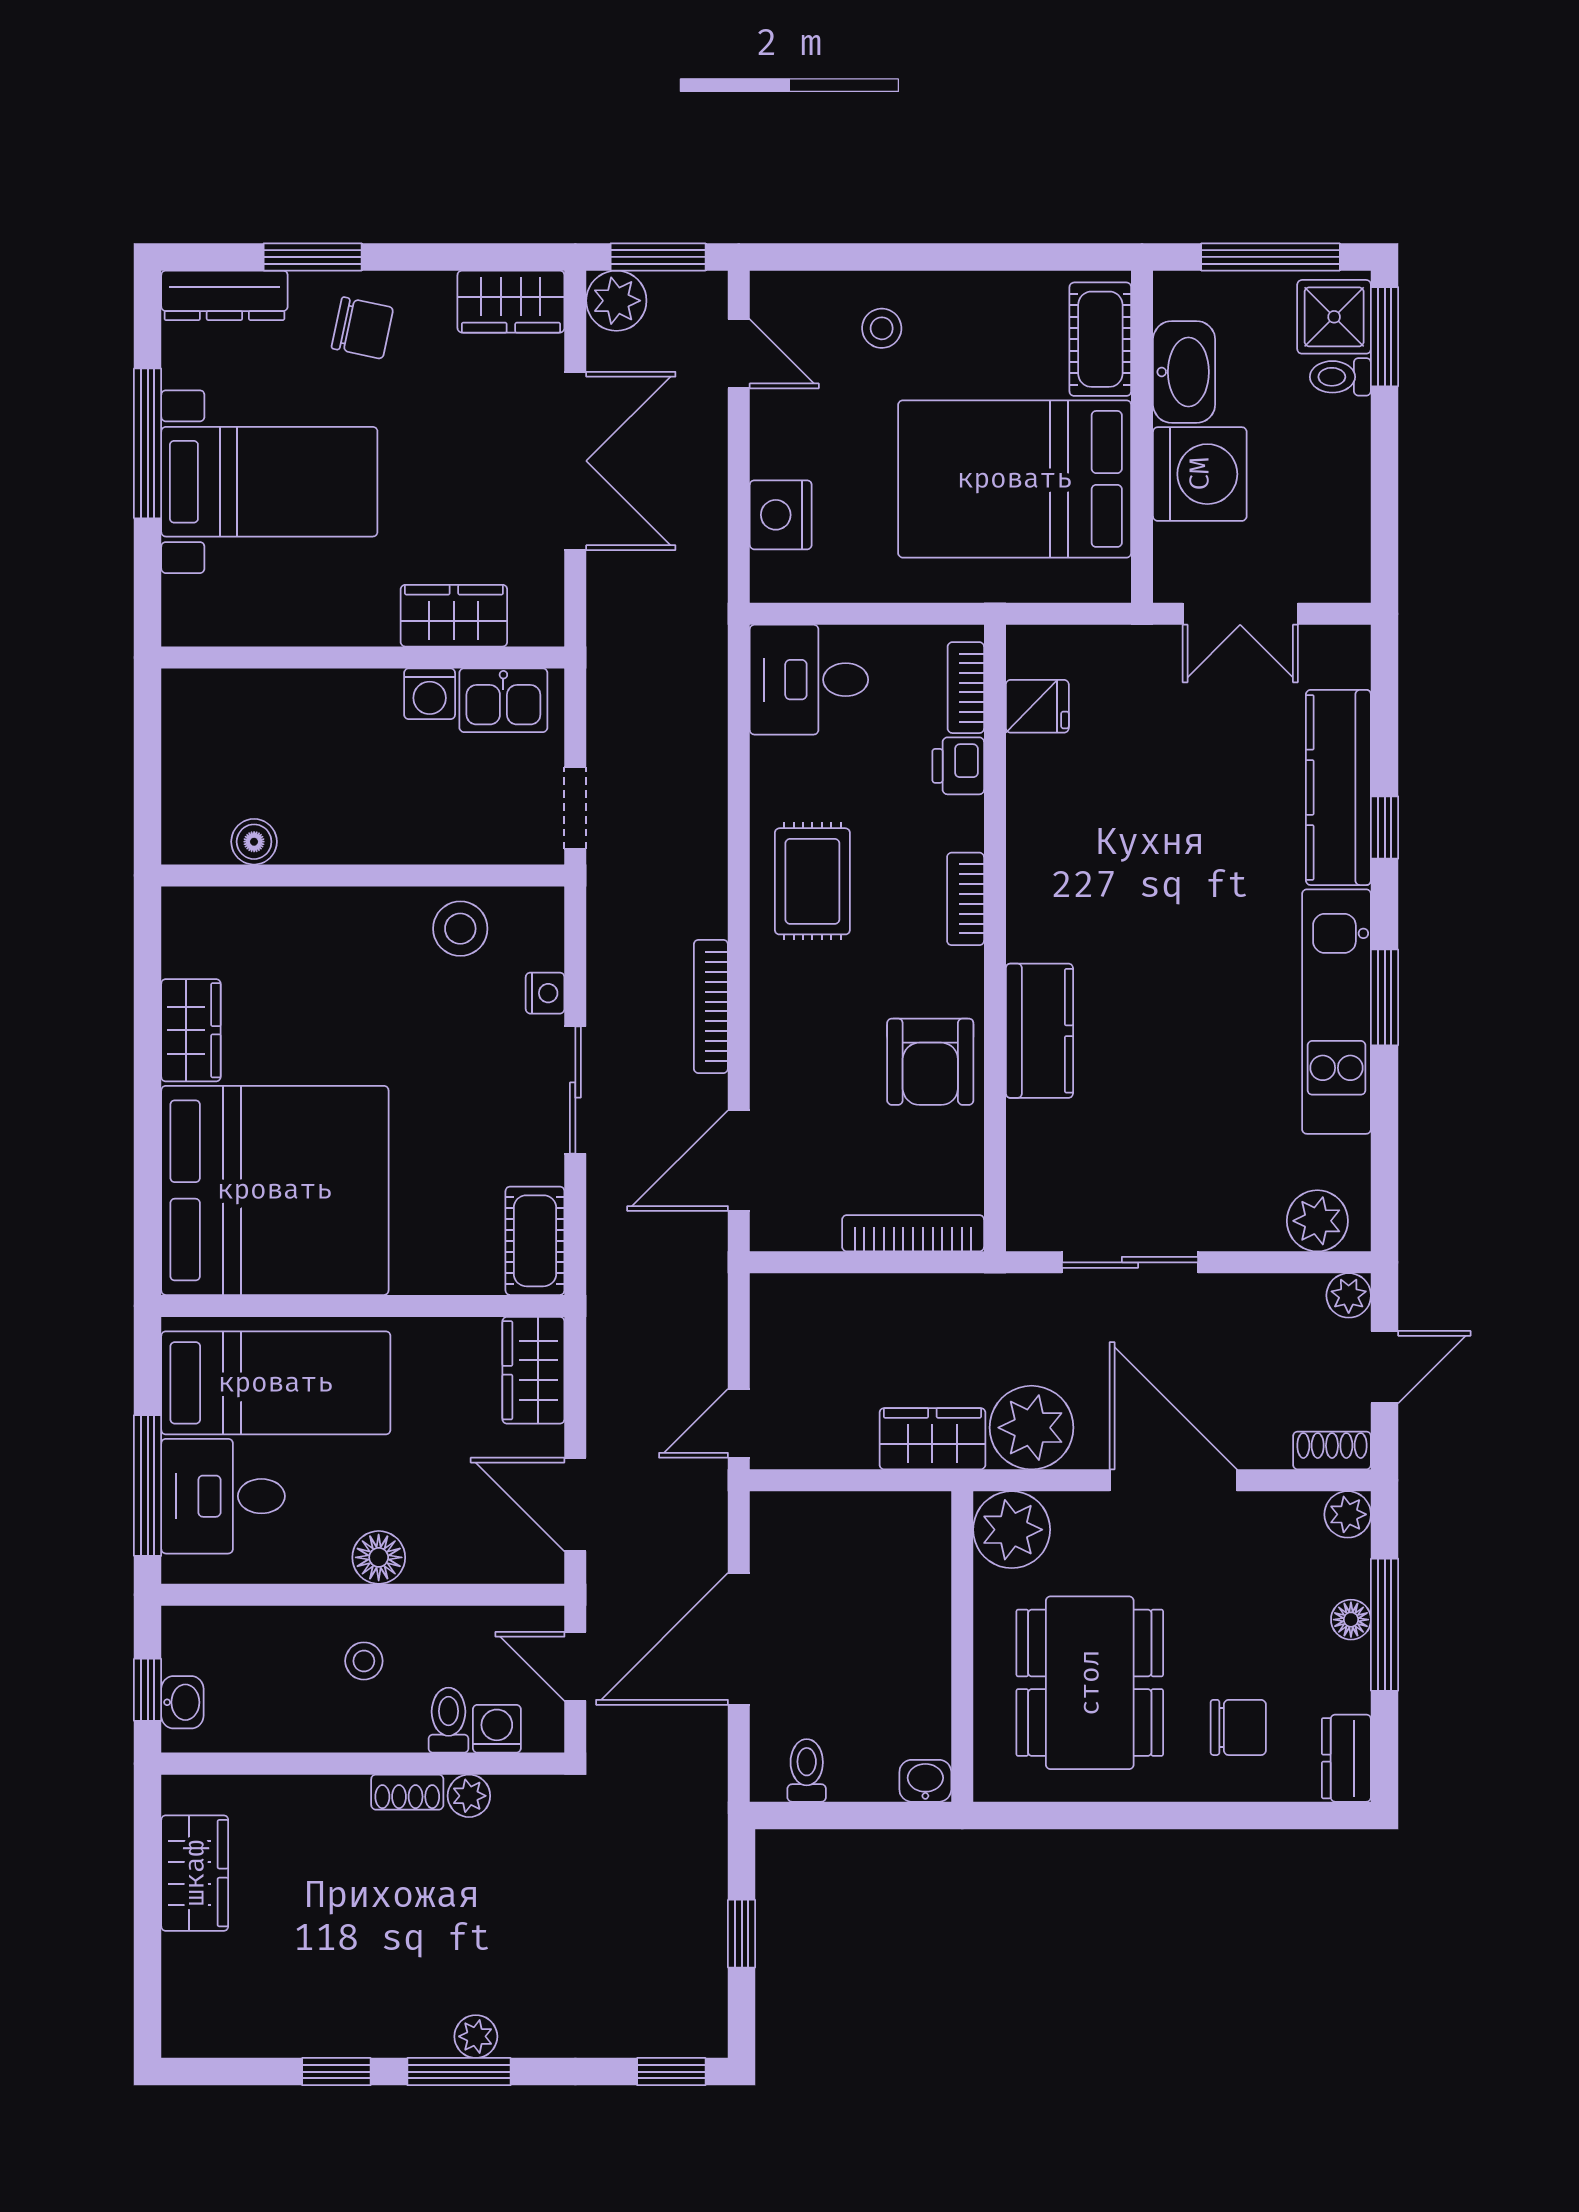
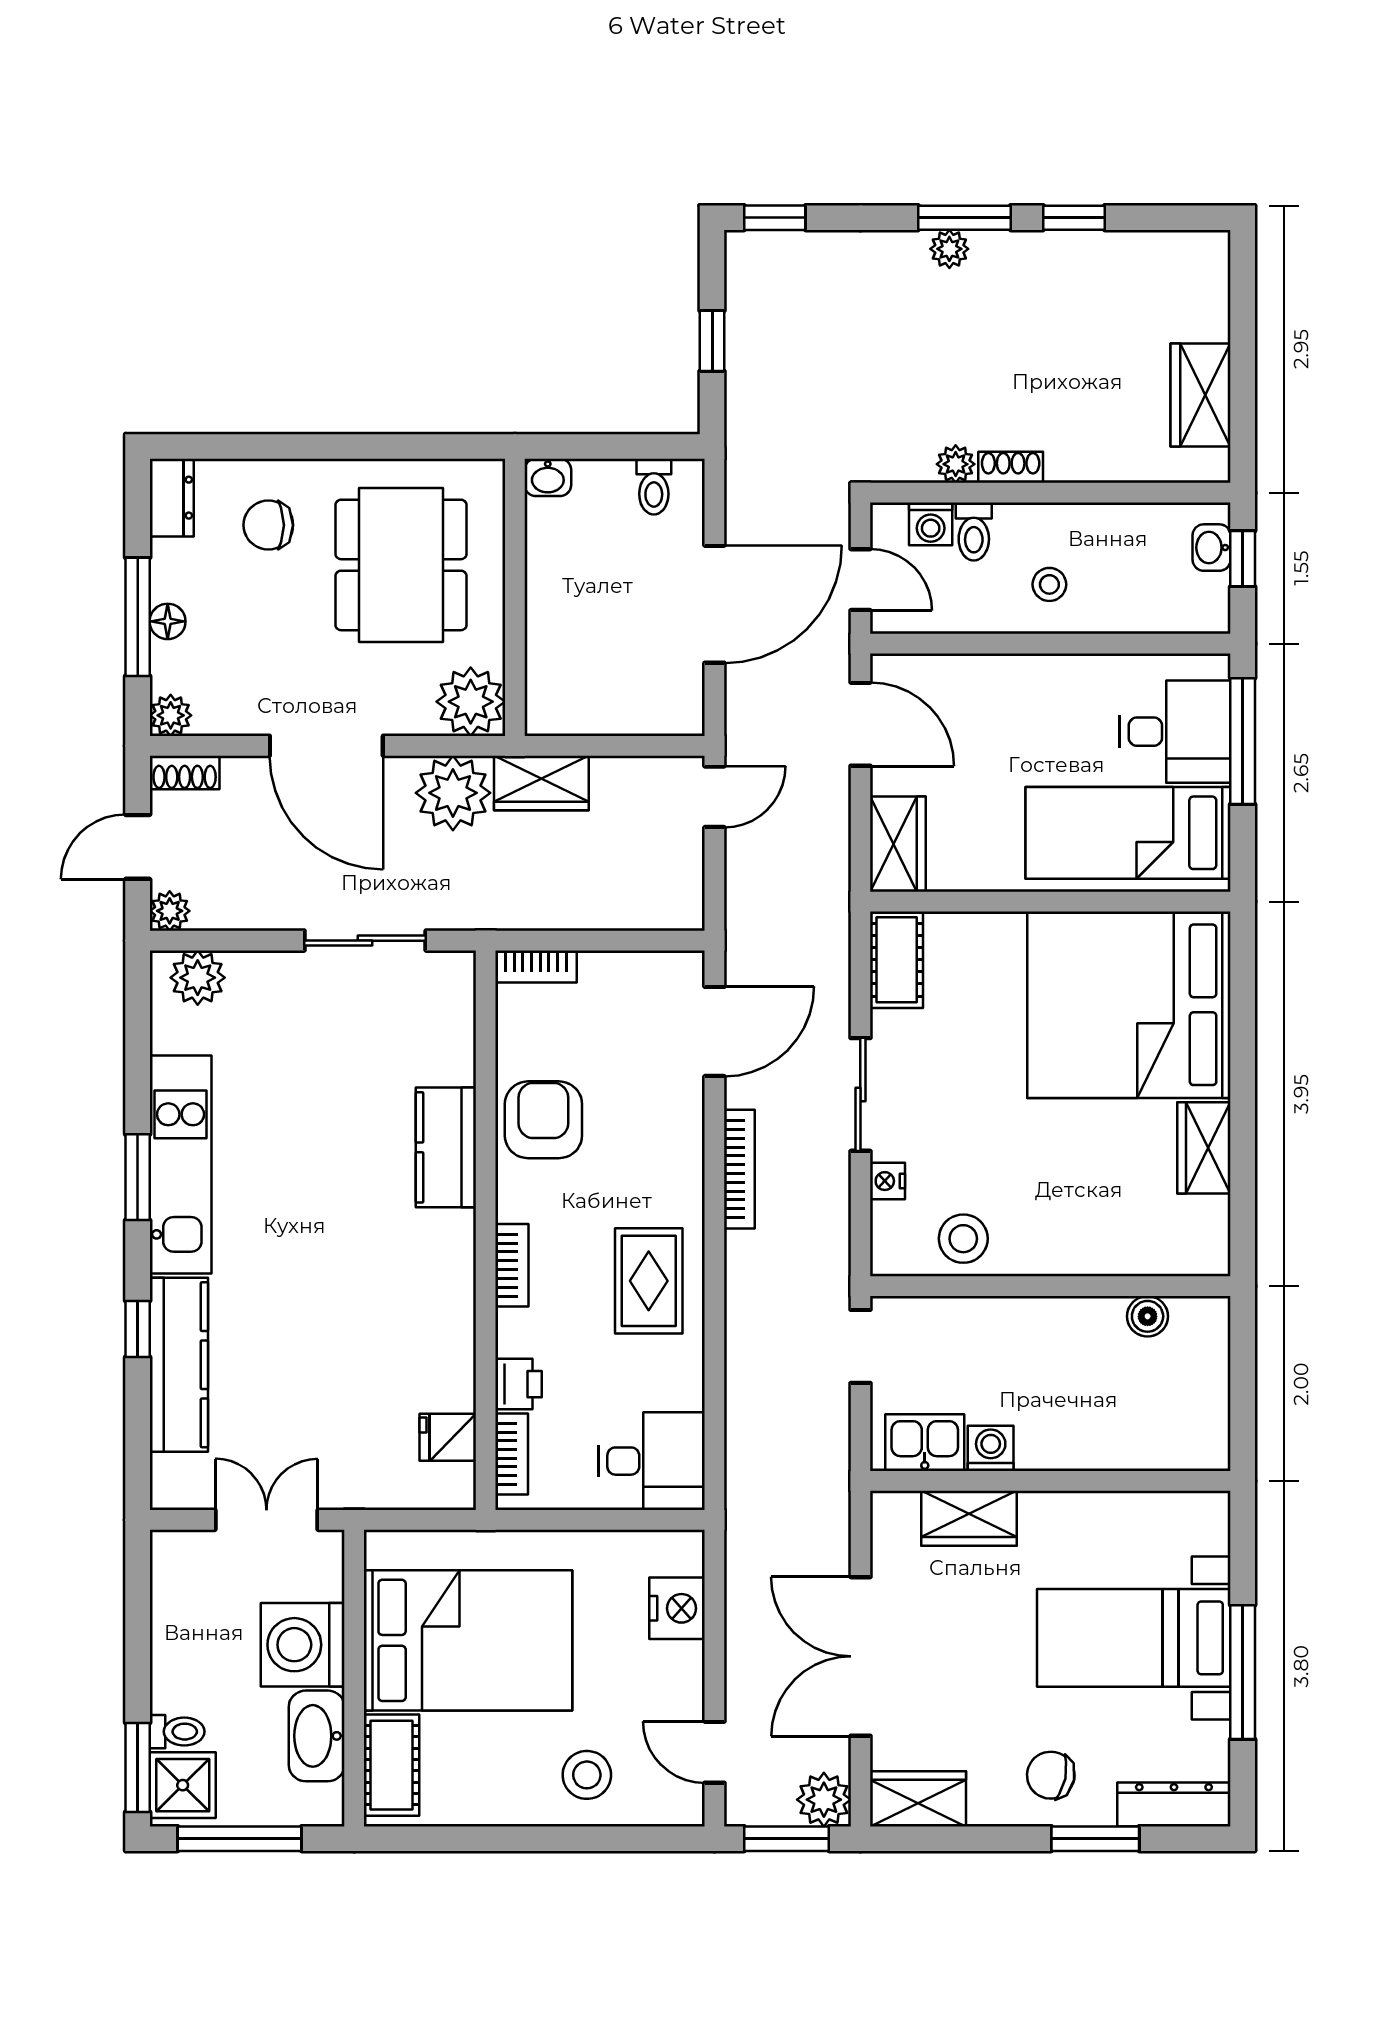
stool: (882, 328) -> (587, 1775), width x1.37, depth x1.37
bookcase: (913, 1233) -> (536, 967), width x0.64
floor lamp: (379, 1557) -> (1036, 677), removed

